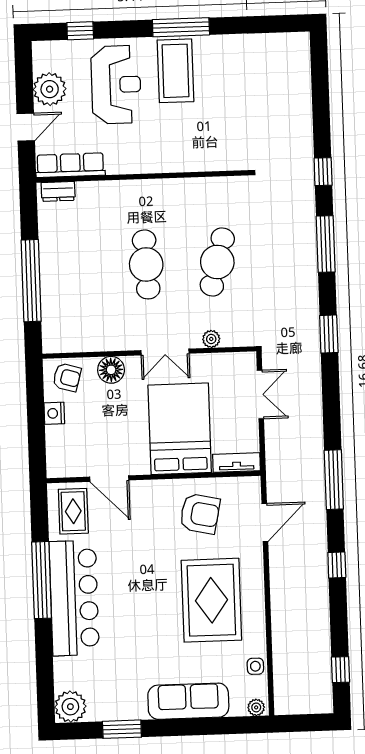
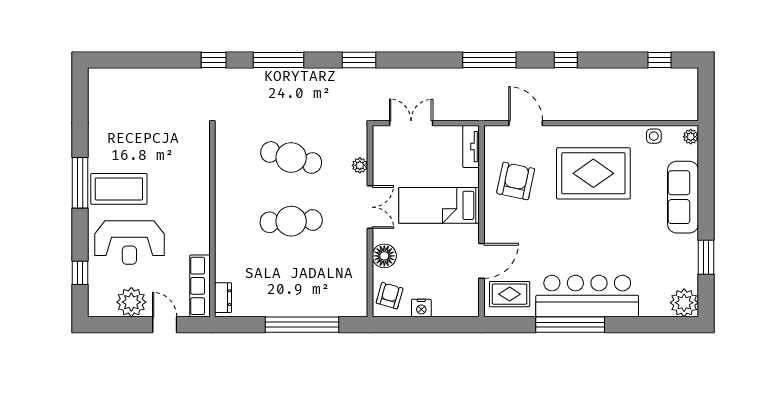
reception desk: (116, 85) -> (129, 243), turned 180
bed: (180, 429) -> (439, 205), width x0.67

